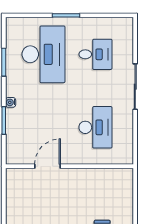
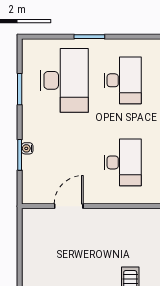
desk: (95, 54) -> (123, 80), width x1.37
water cooler: (11, 102) -> (27, 148), moved

